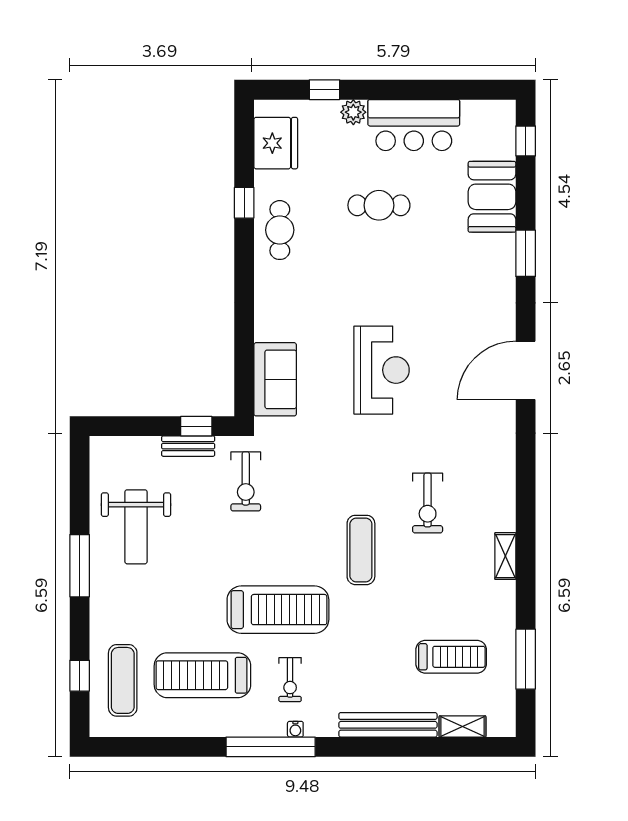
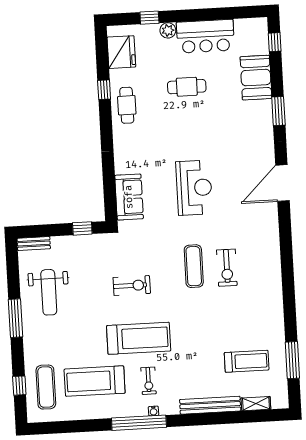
bench: (188, 446) -> (34, 243), moved
exercise bike: (246, 481) -> (132, 285), moved, turned -90
exercise mat: (361, 550) -> (194, 266), moved
shelving: (505, 556) -> (276, 298), removed

